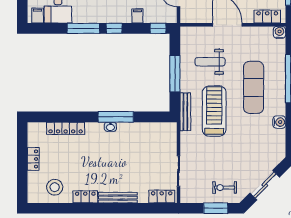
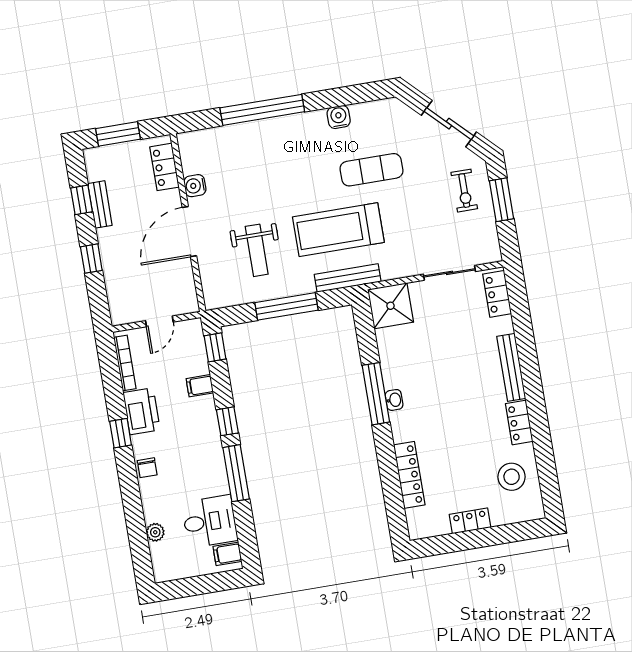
water cooler: (280, 32) -> (195, 186), moved
exercise mat: (254, 87) -> (371, 170), moved, width x0.73, depth x0.69
shower: (165, 134) -> (390, 306), added

